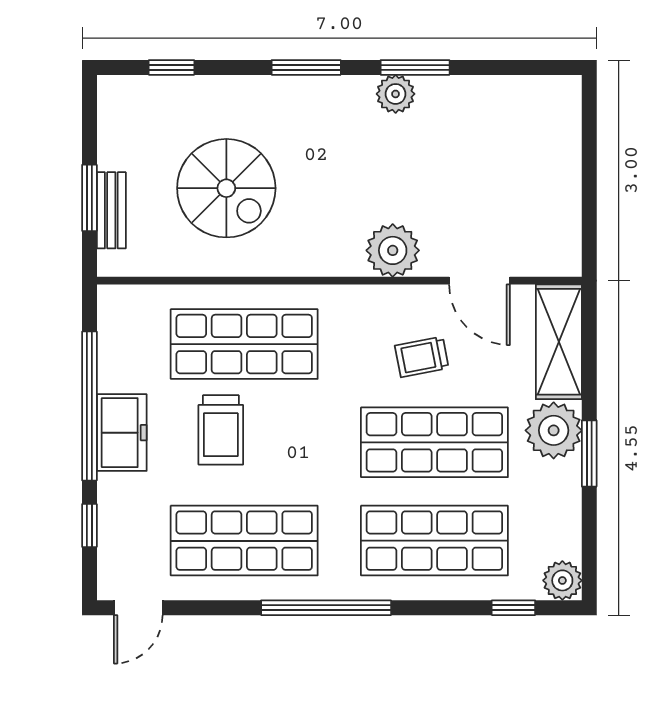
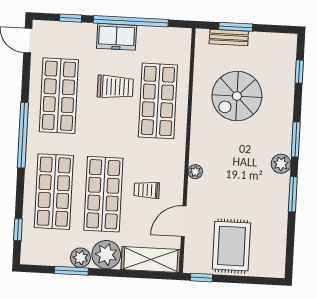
plant: (396, 94) -> (281, 164), moved
rug: (524, 184) -> (231, 246), added
window: (589, 240) -> (201, 278), added
plant: (393, 250) -> (195, 172), width x0.53, depth x0.53
trolley: (422, 357) -> (147, 190), turned -79
trolley: (221, 430) -> (115, 87), turned 180
window: (589, 453) -> (71, 271), moved
plant: (562, 580) -> (80, 258), moved

